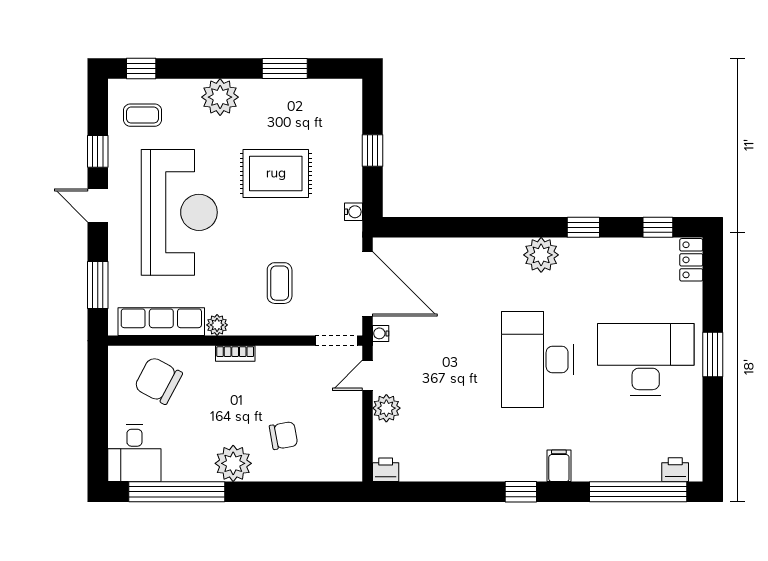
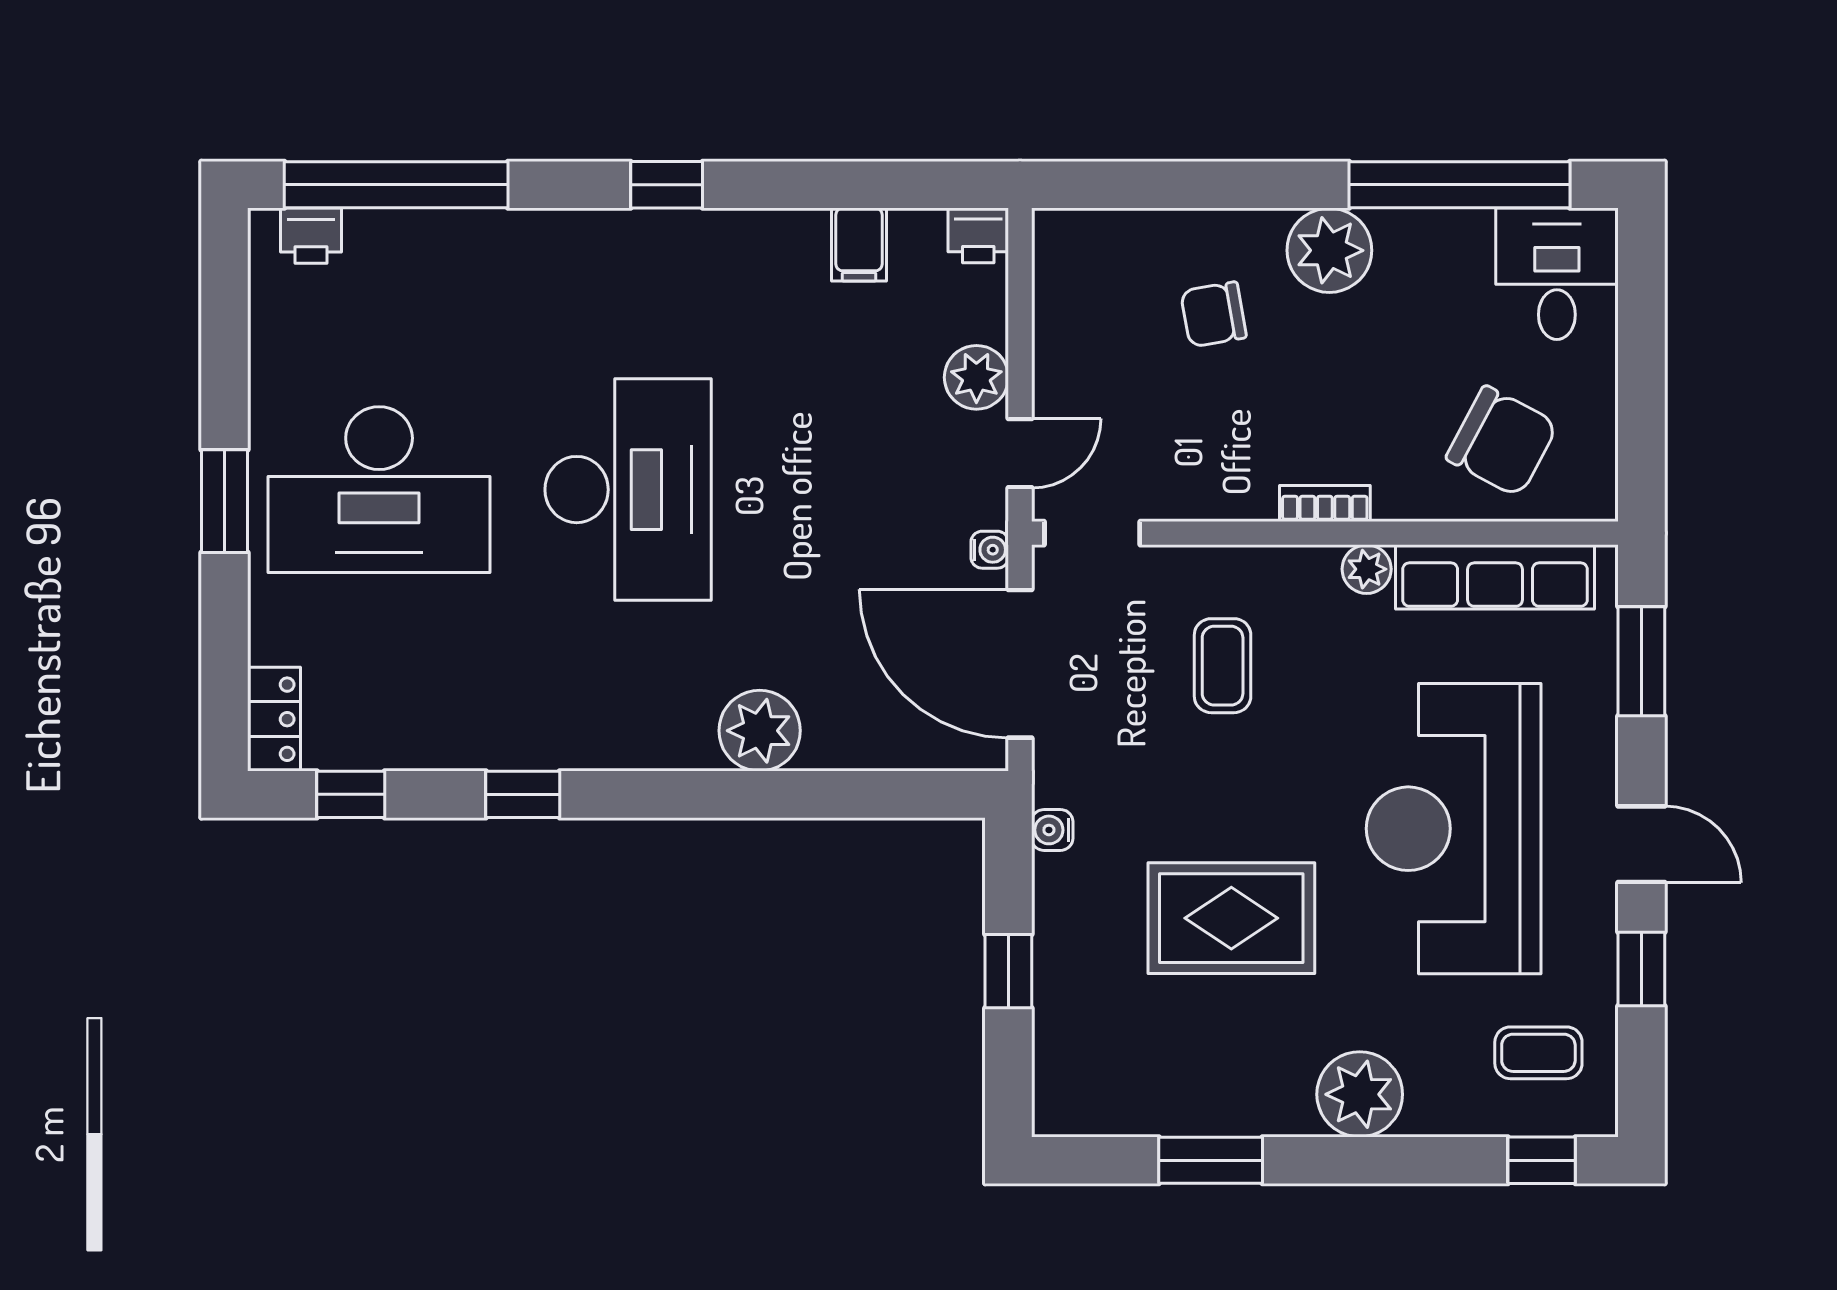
plant: (541, 255) -> (760, 731), moved
filing cabinet: (559, 466) -> (859, 245), moved

